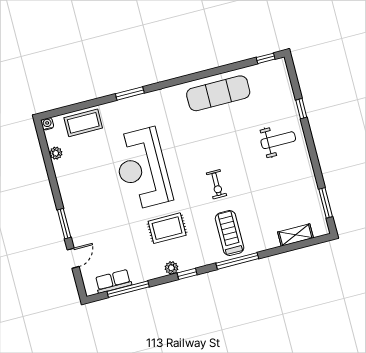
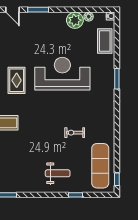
exercise mat: (218, 93) -> (100, 166), moved
weight bench: (278, 140) -> (58, 173), turned -90
plant: (65, 170) -> (75, 20), added
exercise bike: (217, 184) -> (75, 133), moved

